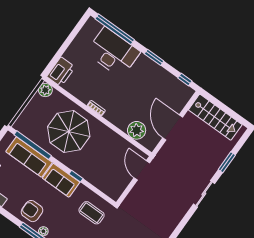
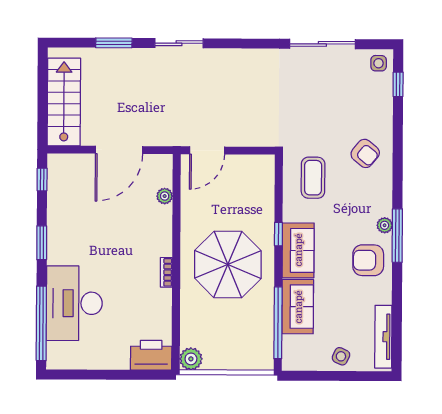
plant: (137, 130) -> (165, 196), width x0.53, depth x0.53
parasol: (69, 131) -> (228, 264), moved
sofa: (29, 157) -> (298, 307), width x0.73
armchair: (32, 211) -> (368, 260), turned 90

